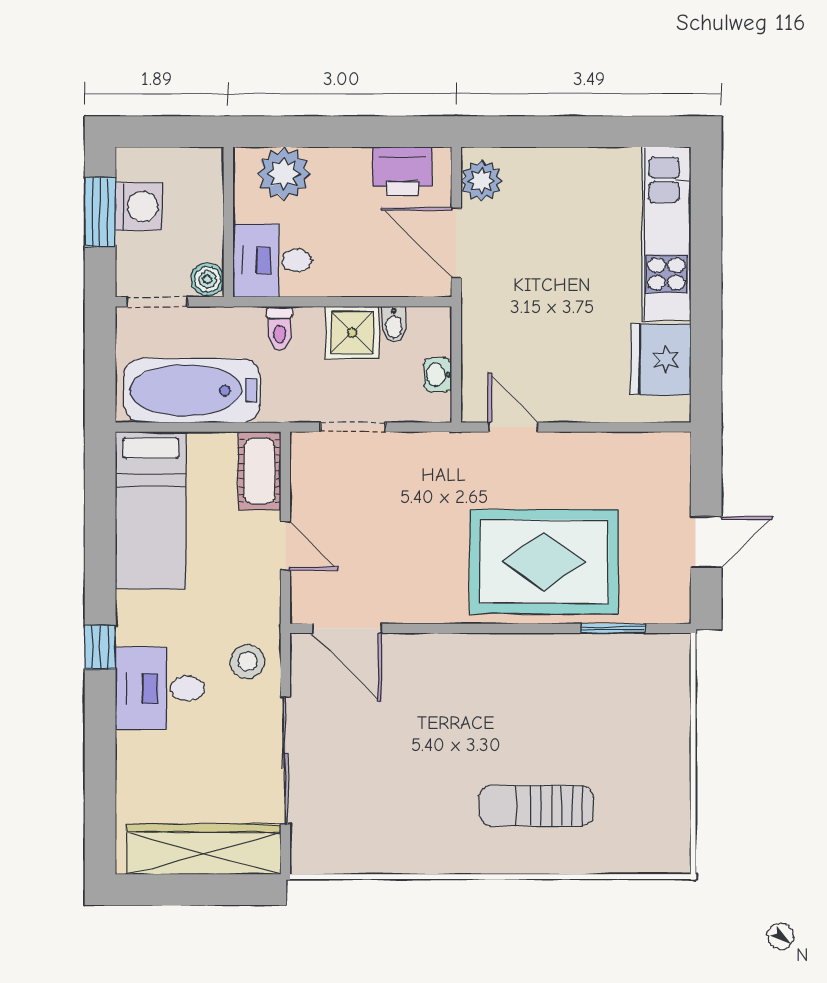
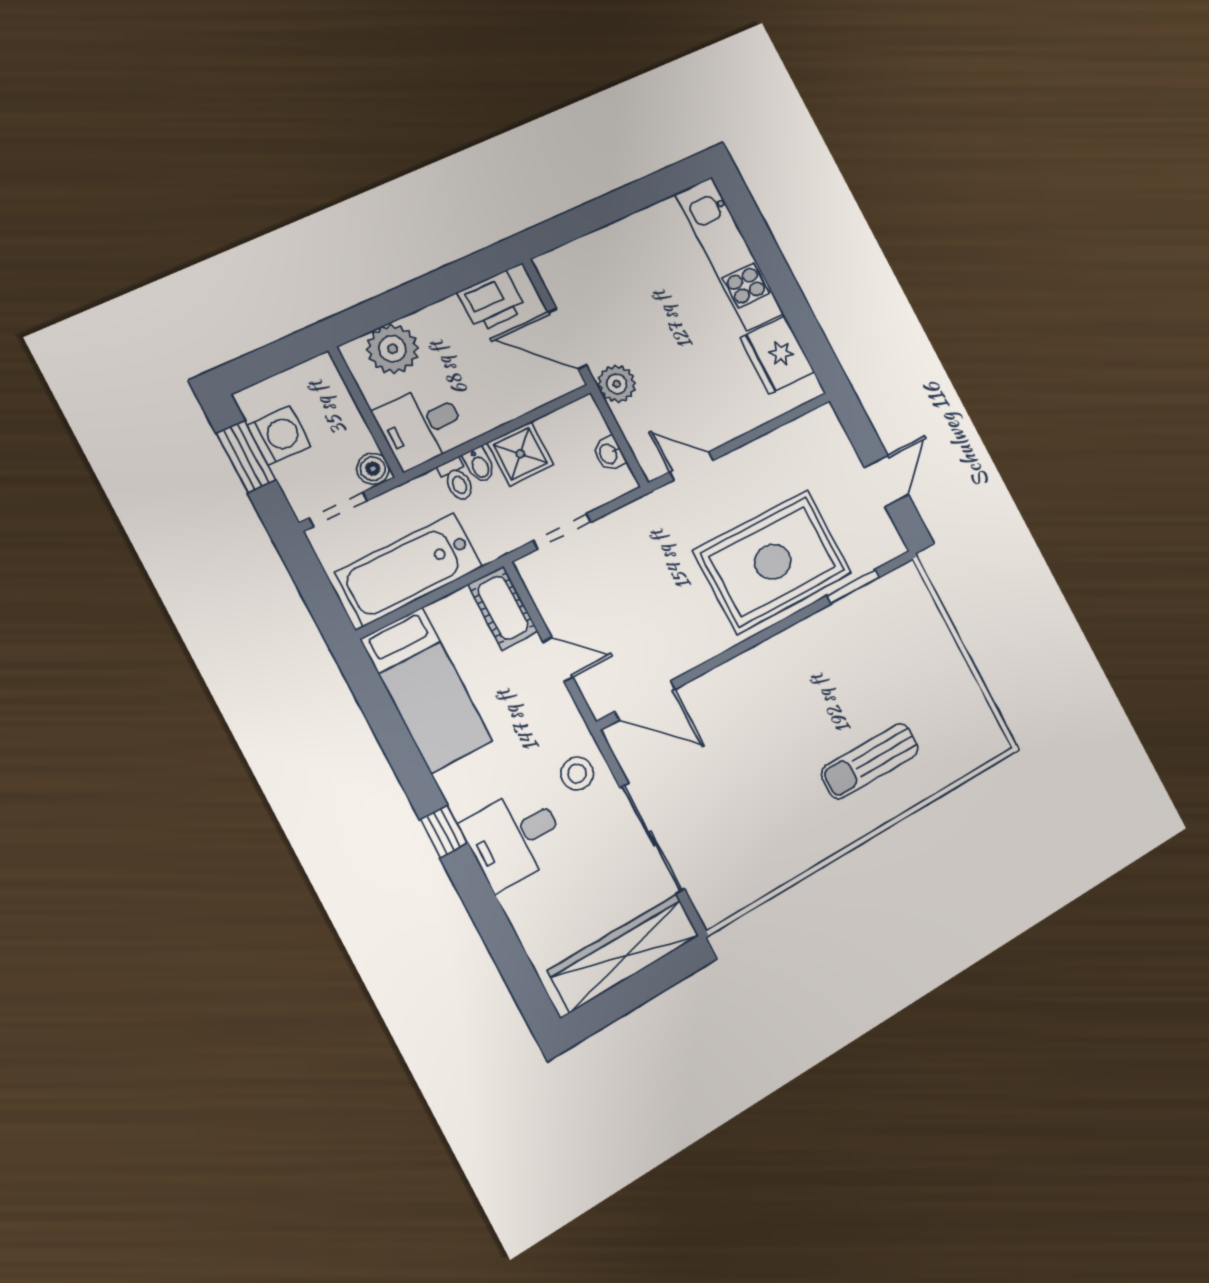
plant: (482, 181) -> (617, 384), moved
bidet: (394, 324) -> (479, 465), moved

